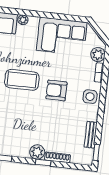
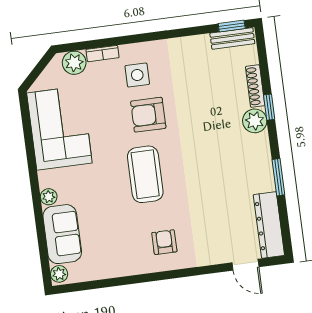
armchair: (56, 90) -> (148, 115), turned 90
side table: (90, 97) -> (137, 75), moved
bench: (91, 135) -> (232, 38), moved

